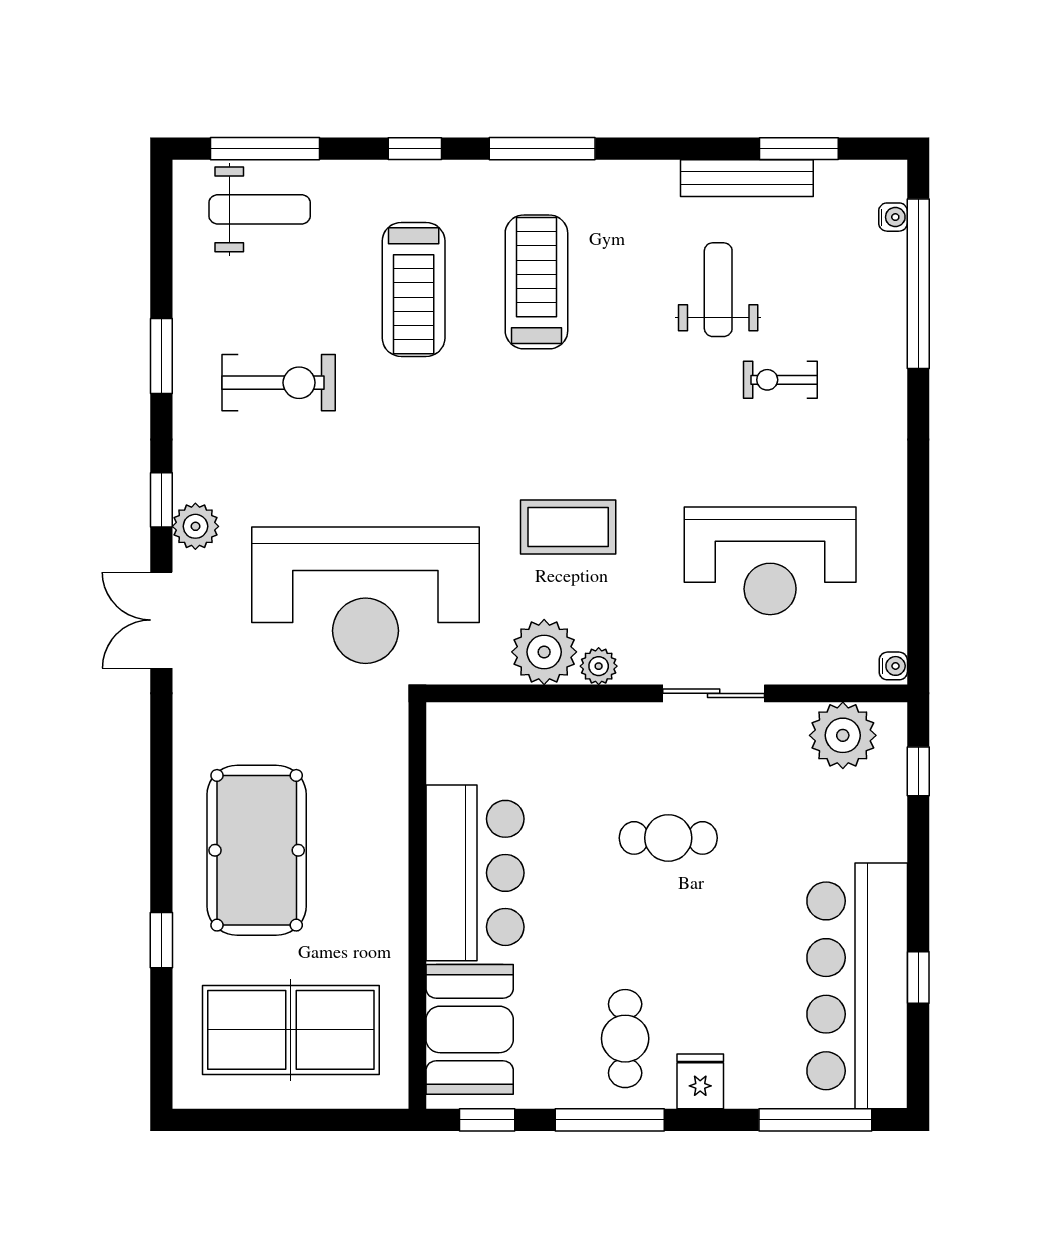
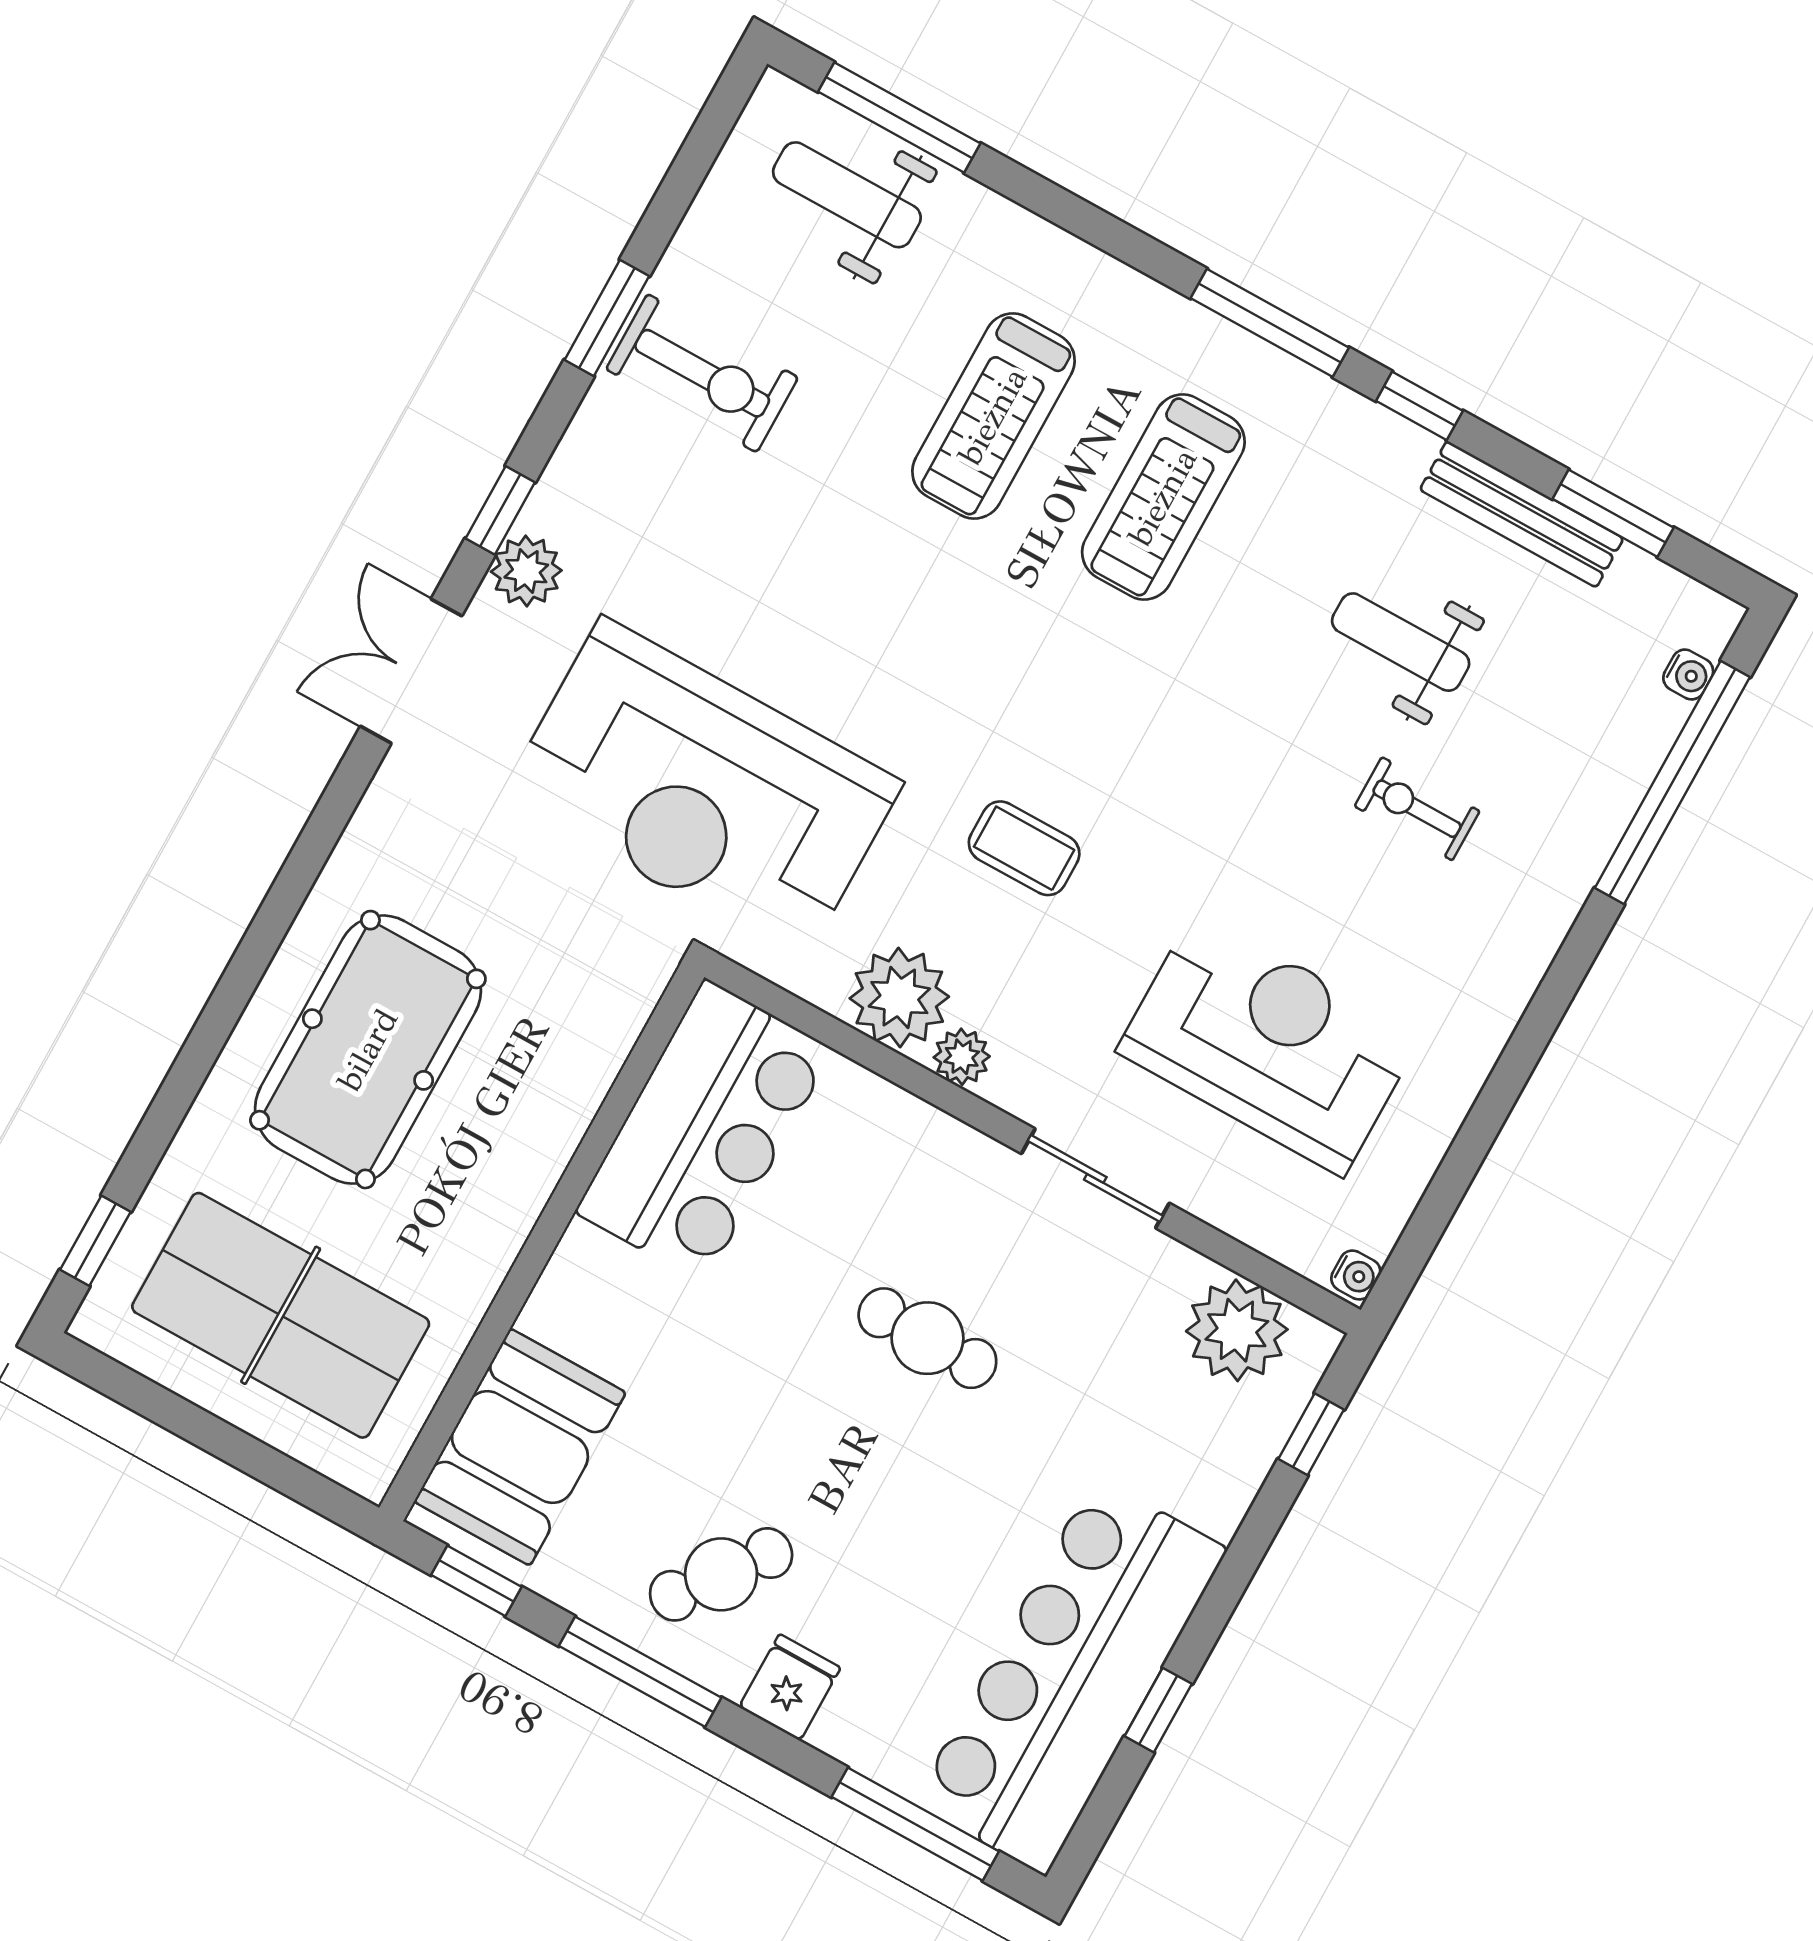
window: (415, 149) -> (1419, 406), moved
weight bench: (260, 209) -> (847, 195), turned 180
treadmill: (536, 282) -> (1163, 497), turned 180
weight bench: (718, 290) -> (1401, 642), turned -90
exercise bike: (279, 383) -> (702, 373), moved
coffee table: (568, 527) -> (1024, 848), width x0.73, depth x0.77
reception desk: (770, 561) -> (1269, 1043), turned 180
bar counter: (475, 873) -> (704, 1131), moved
window: (161, 940) -> (95, 1241), moved
cafe table: (625, 1039) -> (721, 1574), turned 37

